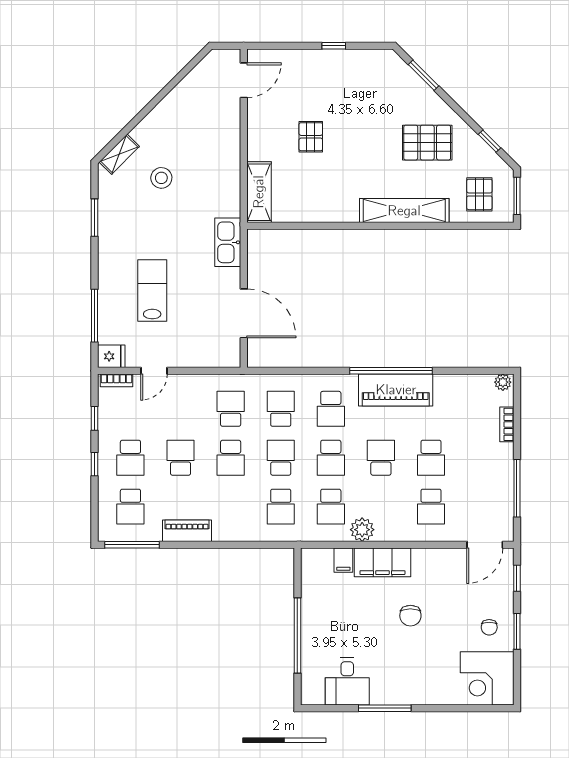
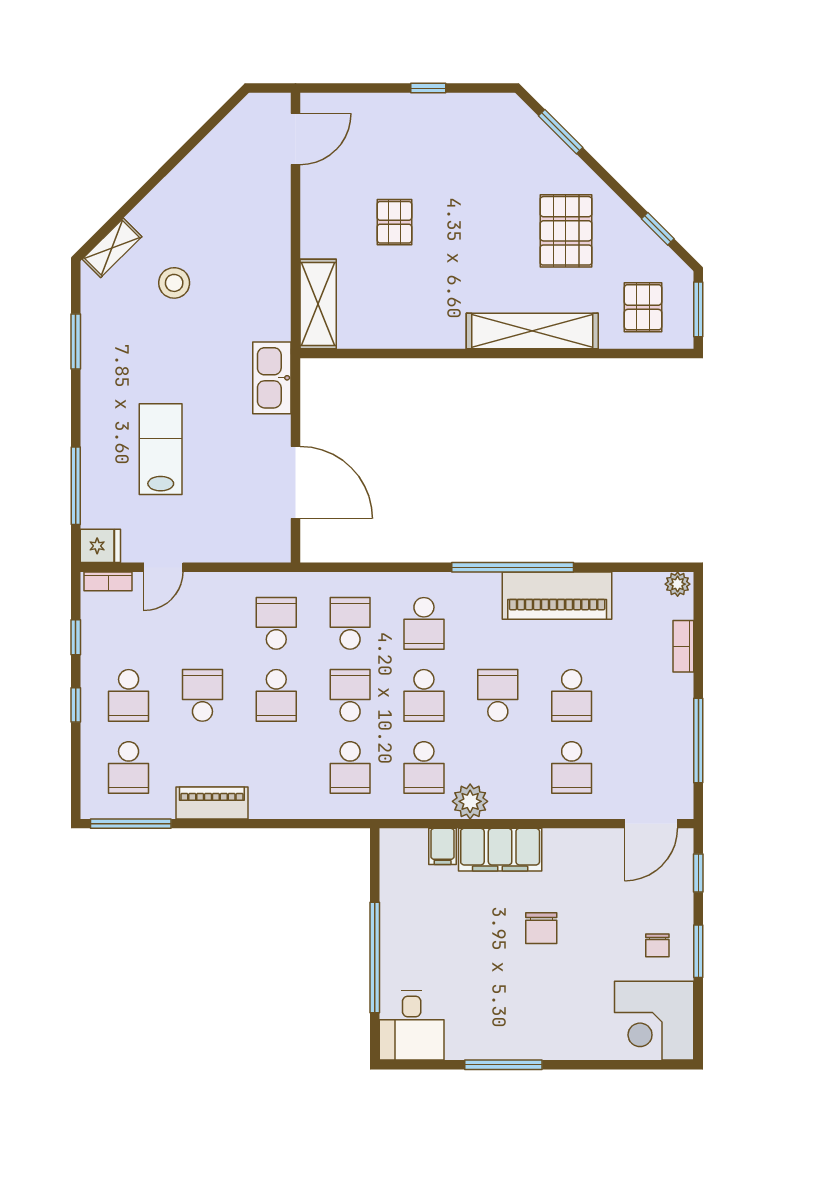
pallet: (427, 143) -> (566, 231), turned 90
piano: (396, 390) -> (557, 596), moved
desk: (347, 682) -> (412, 1025), moved

